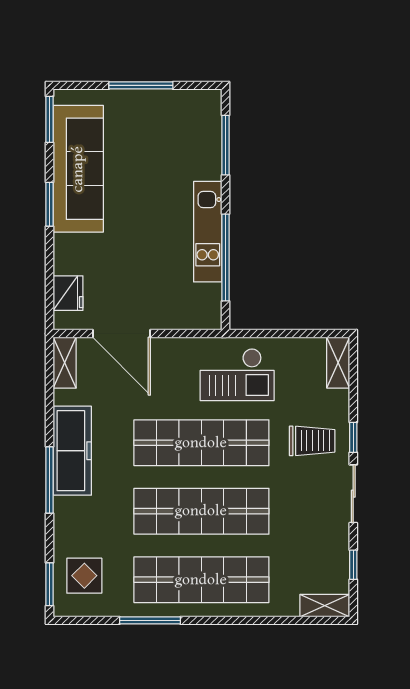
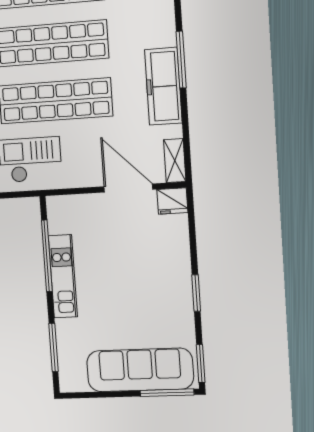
window: (141, 85) -> (167, 393), moved
sofa: (78, 169) -> (140, 370), moved, turned 90
fridge: (68, 293) -> (172, 201), moved, turned -90

